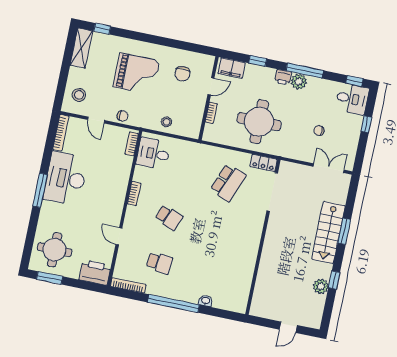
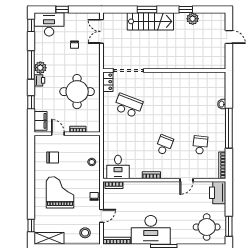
desk: (352, 99) -> (49, 24), width x1.37

